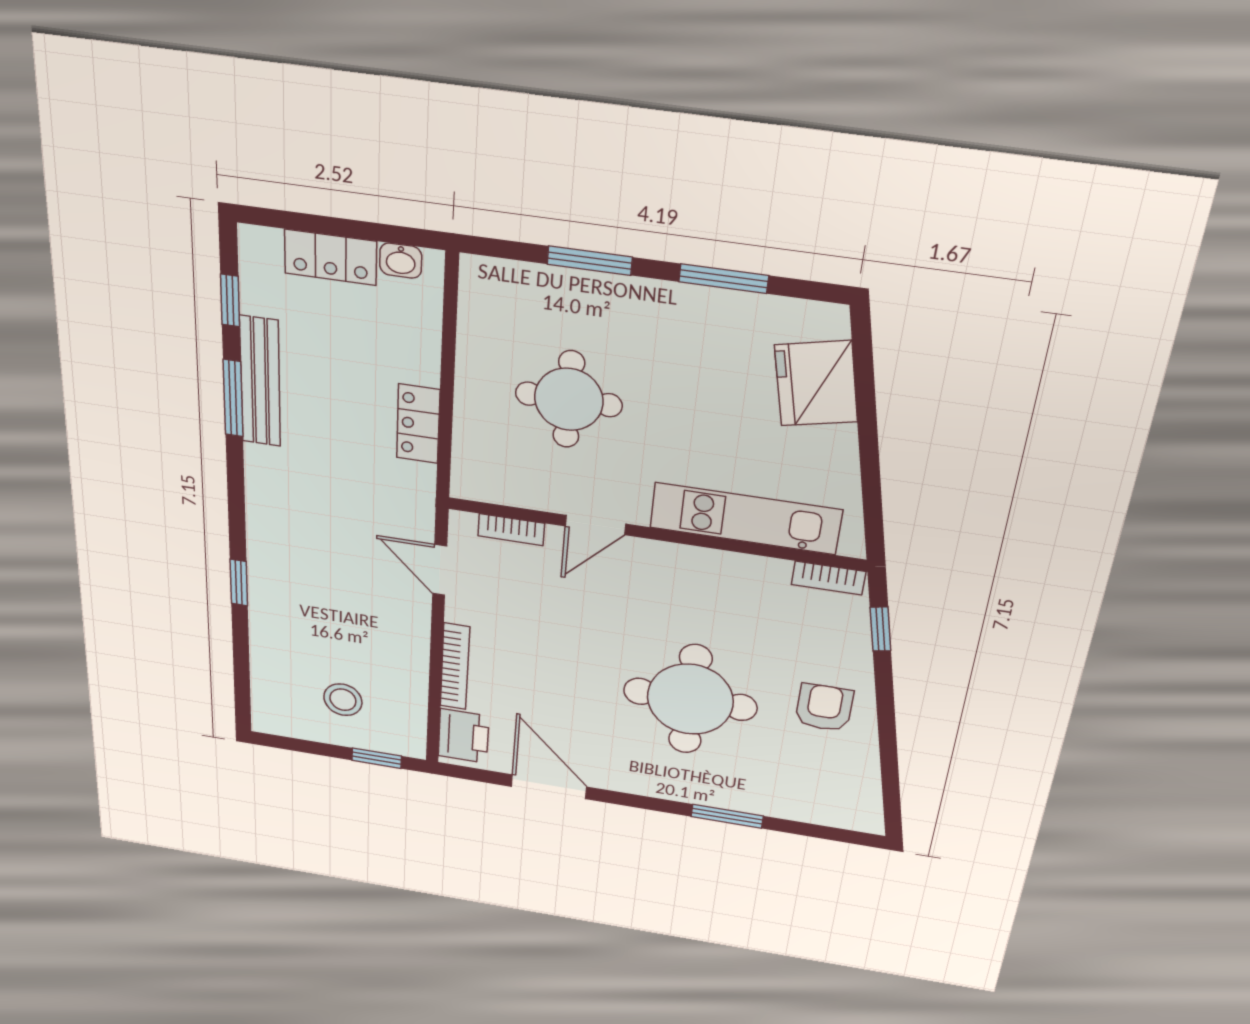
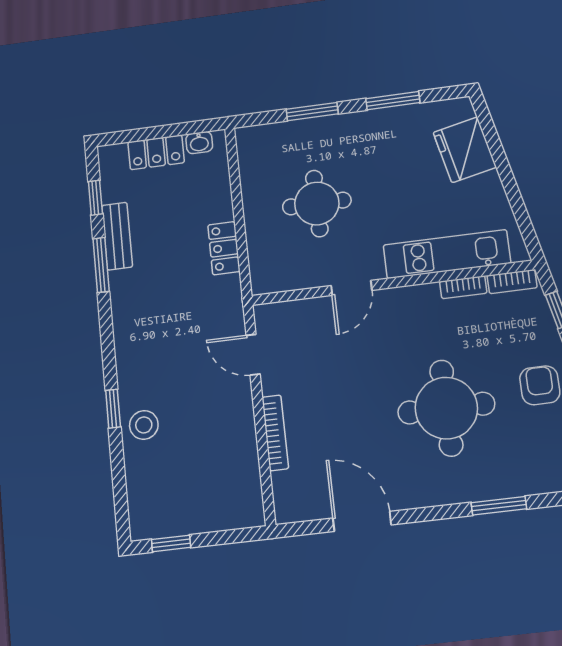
bench: (260, 382) -> (117, 236), width x0.73
bookcase: (511, 530) -> (463, 287), moved
stool: (343, 700) -> (144, 425), moved
printer: (463, 736) -> (291, 494), removed
window: (377, 758) -> (171, 543), moved

